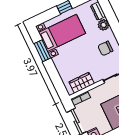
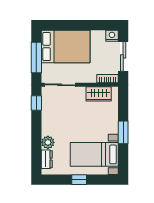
chair: (105, 48) -> (58, 117), removed
window: (42, 51) -> (123, 132), moved

